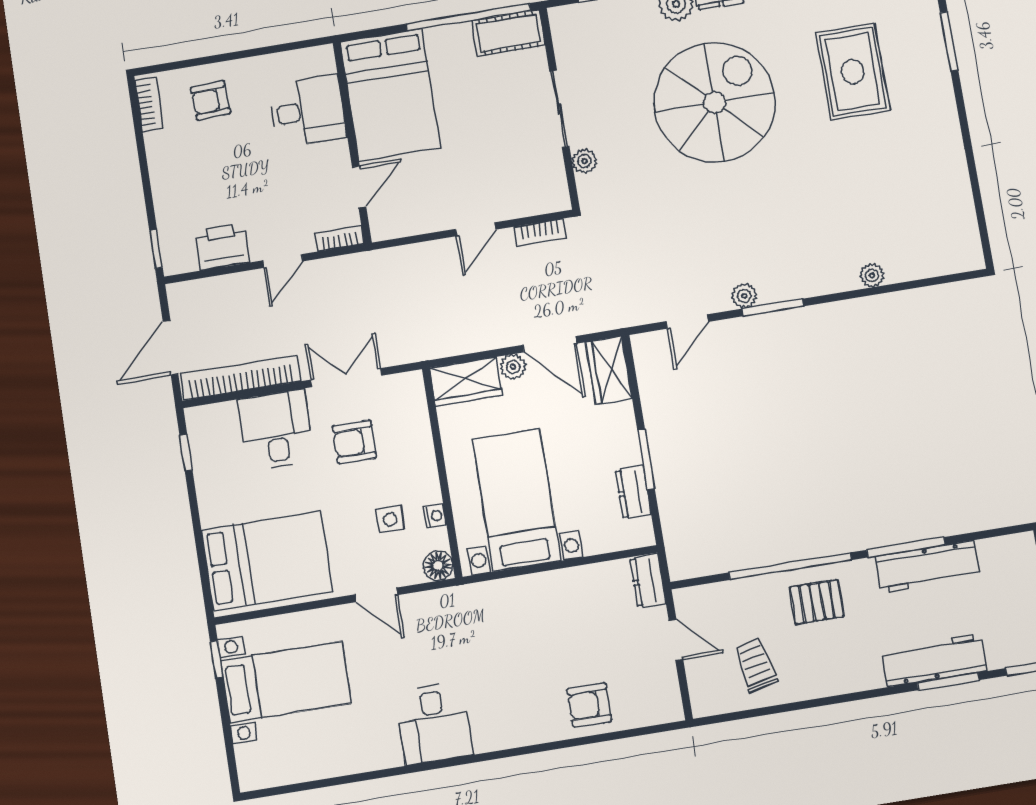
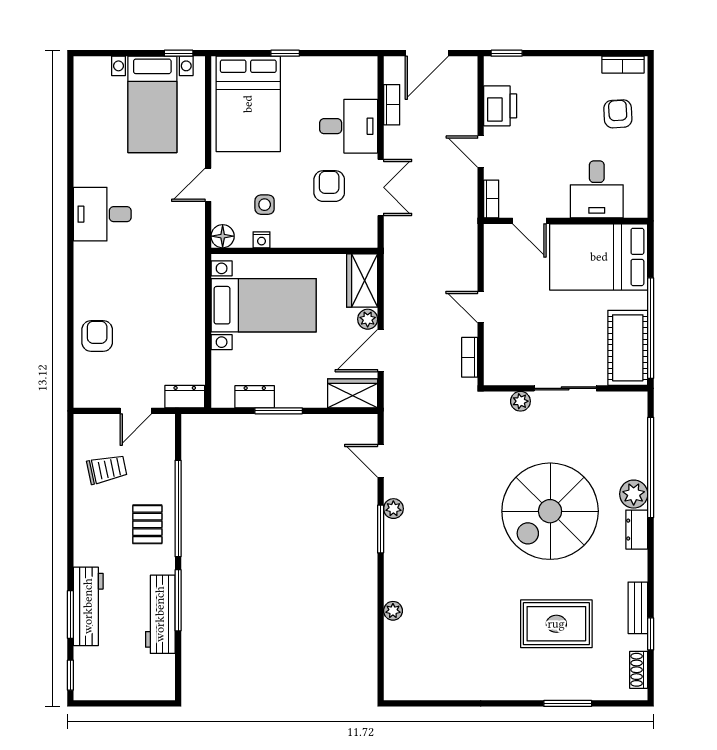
cot: (508, 33) -> (628, 348), width x1.37, depth x1.34
spiral stairs: (715, 102) -> (550, 511), turned 90
door: (171, 348) -> (427, 53), swing flipped
bookcase: (241, 378) -> (392, 105), width x0.43, depth x0.76
window: (186, 453) -> (285, 53), moved

